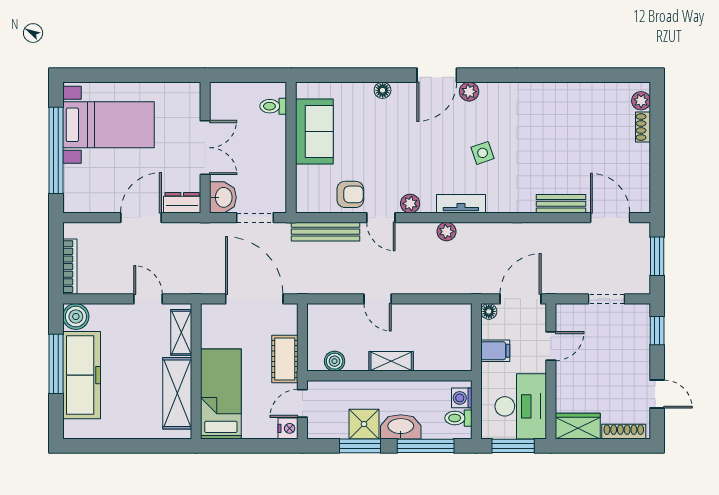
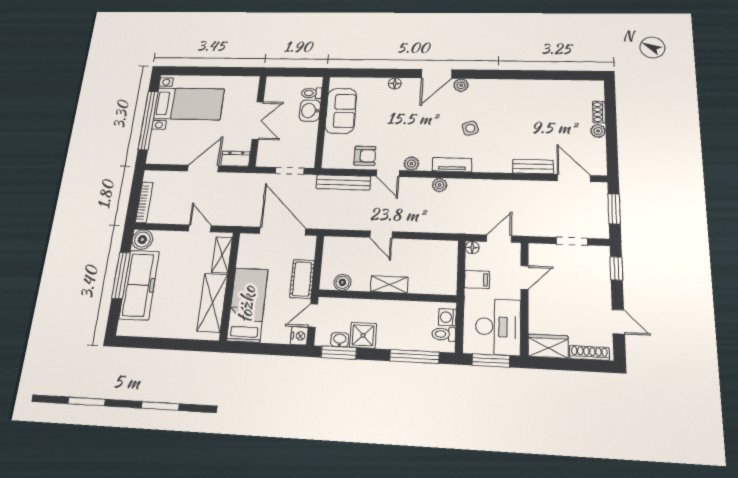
plant: (641, 101) -> (598, 131), moved
washbasin: (223, 197) -> (310, 111), moved, turned 180
door: (521, 299) -> (499, 239), width x0.73
washbasin: (401, 427) -> (340, 340), moved, width x0.52, depth x0.69
window: (360, 446) -> (339, 353), moved

